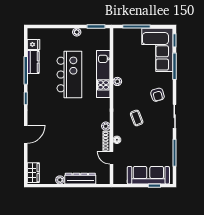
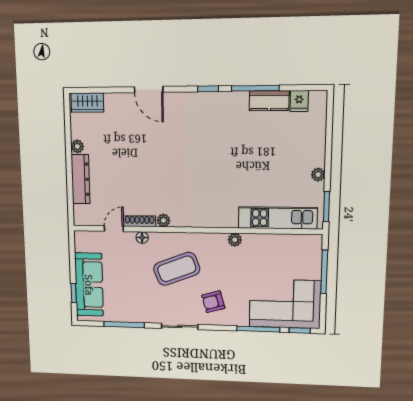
kitchen unit: (103, 74) -> (278, 218), moved
kitchen island: (69, 75) -> (247, 162), removed
coffee table: (137, 118) -> (177, 269), width x1.86, depth x1.72

